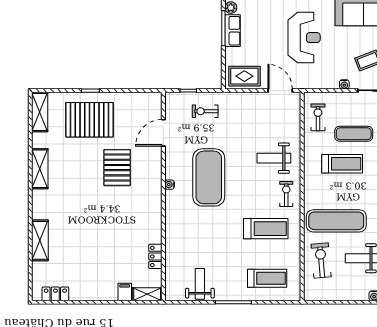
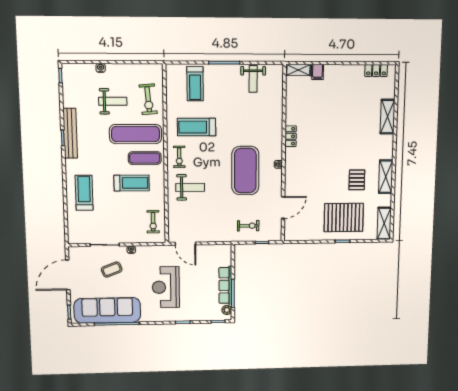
row of seats: (233, 31) -> (225, 285), width x1.48
rug: (244, 76) -> (215, 255), removed
exercise mat: (354, 134) -> (145, 158), moved
treadmill: (342, 164) -> (132, 183), turned 180
pallet: (117, 168) -> (357, 180), moved, width x0.67, depth x0.71
locker: (155, 256) -> (291, 136), moved
treadmill: (267, 278) -> (195, 84), turned -90

